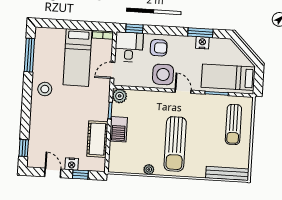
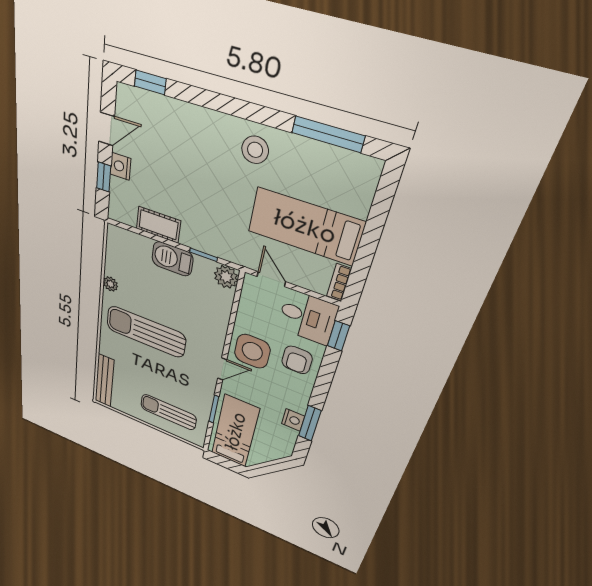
cot: (97, 139) -> (158, 225), width x0.73, depth x0.75

